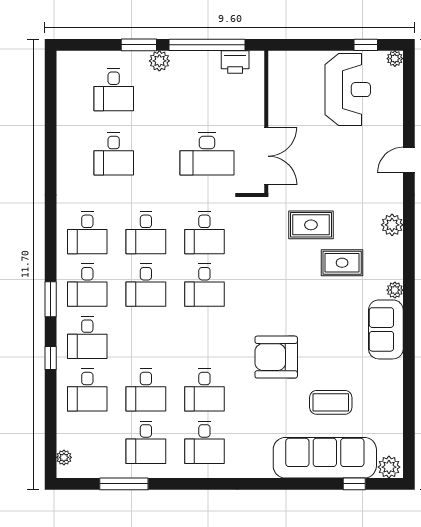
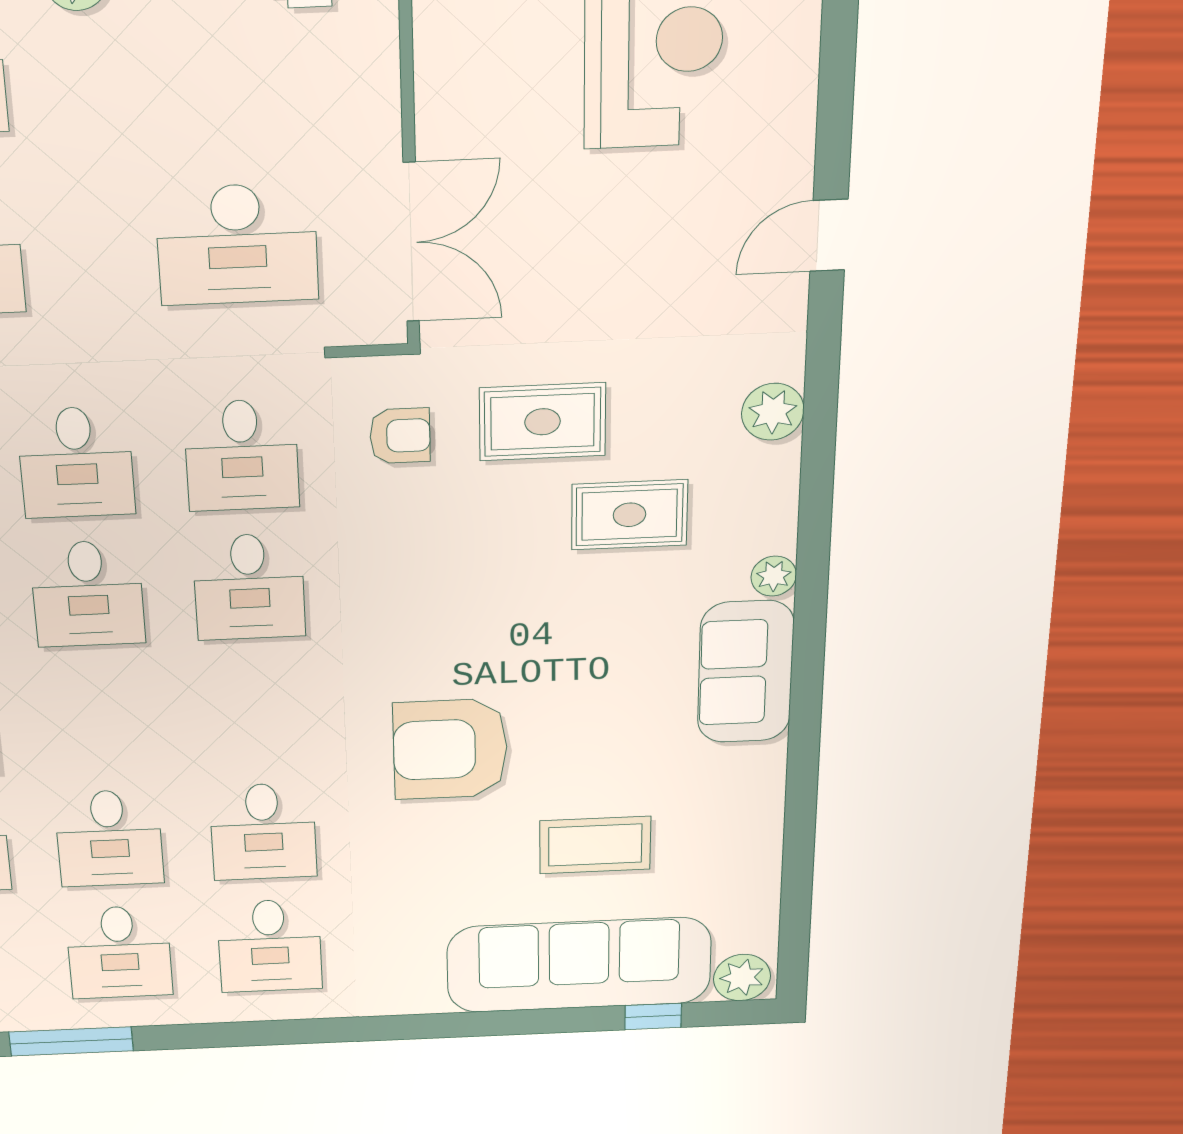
armchair: (261, 228) -> (400, 436), added

